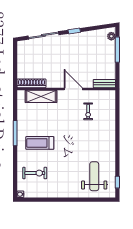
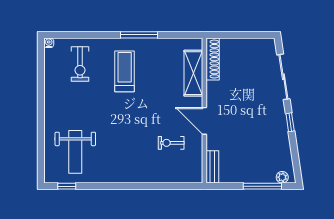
door: (73, 89) -> (204, 121), swing flipped
weight bench: (94, 176) -> (75, 152), turned 90

